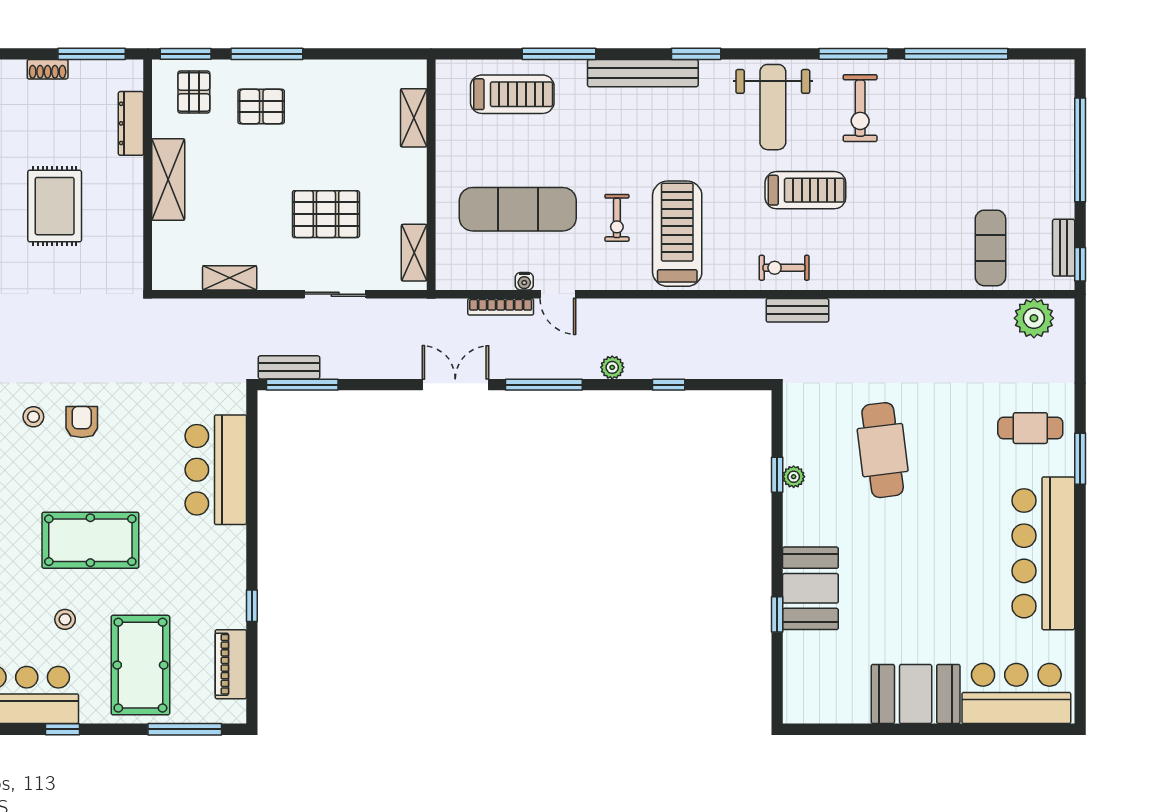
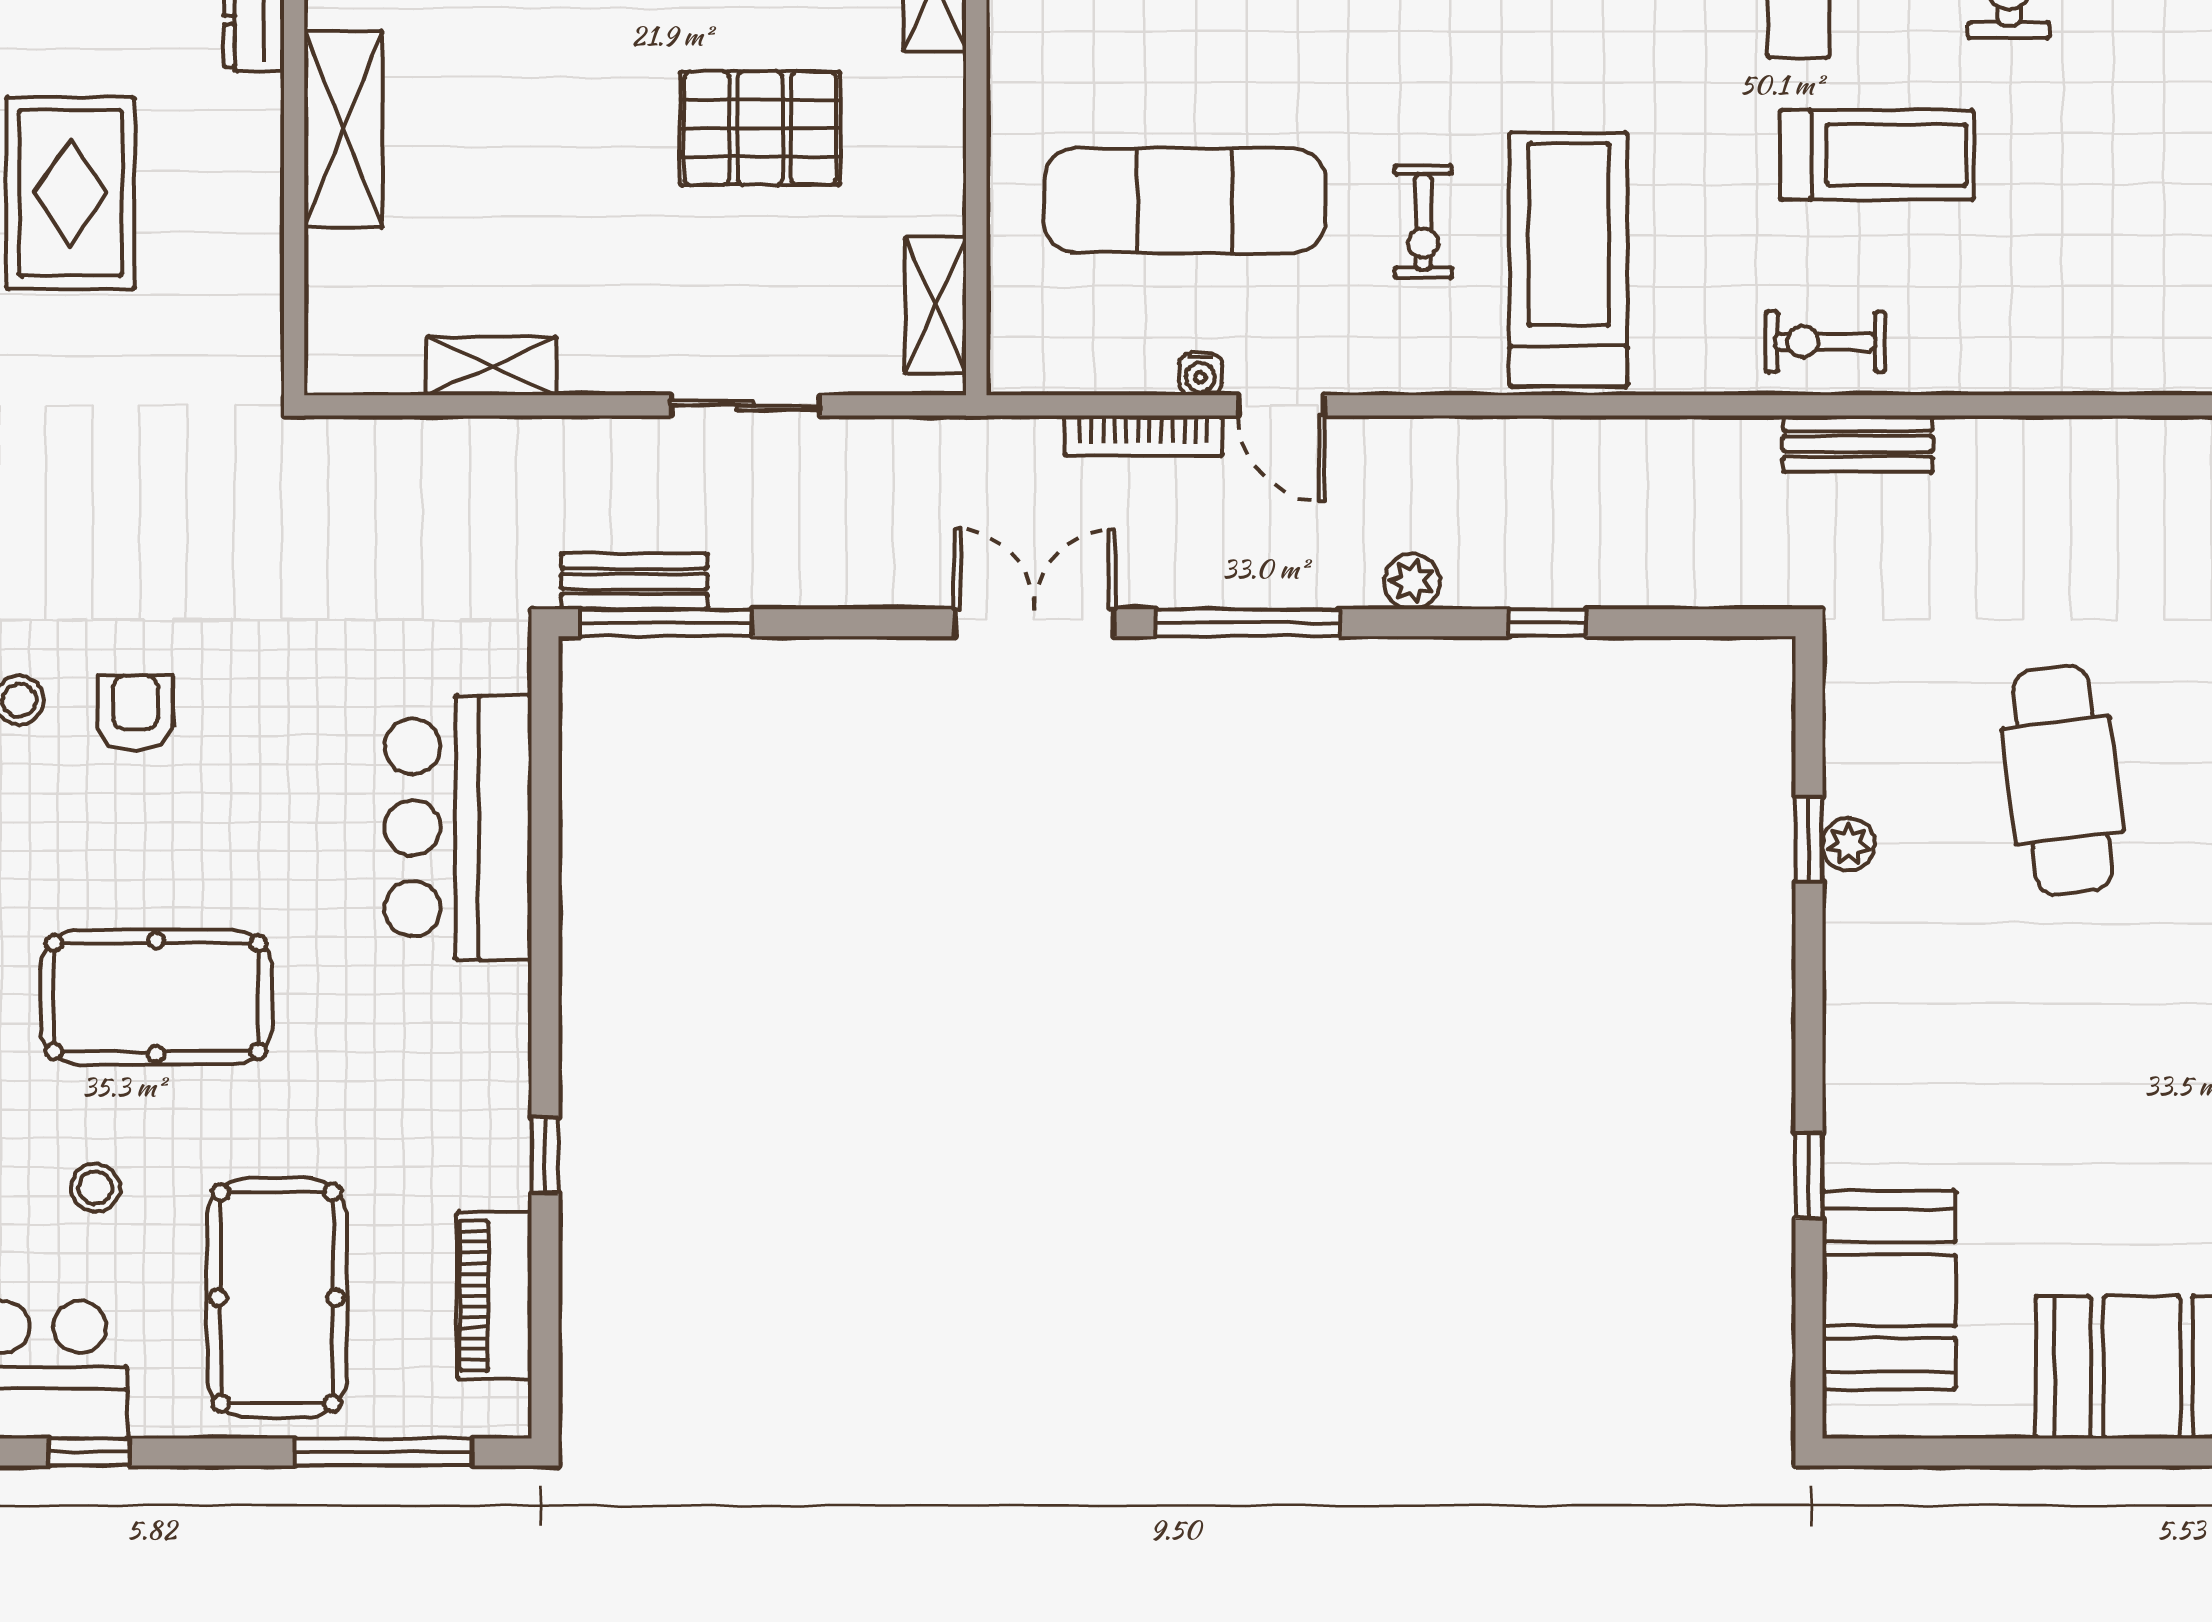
pallet: (326, 214) -> (760, 128), moved
booth: (810, 588) -> (1889, 1290), moved

